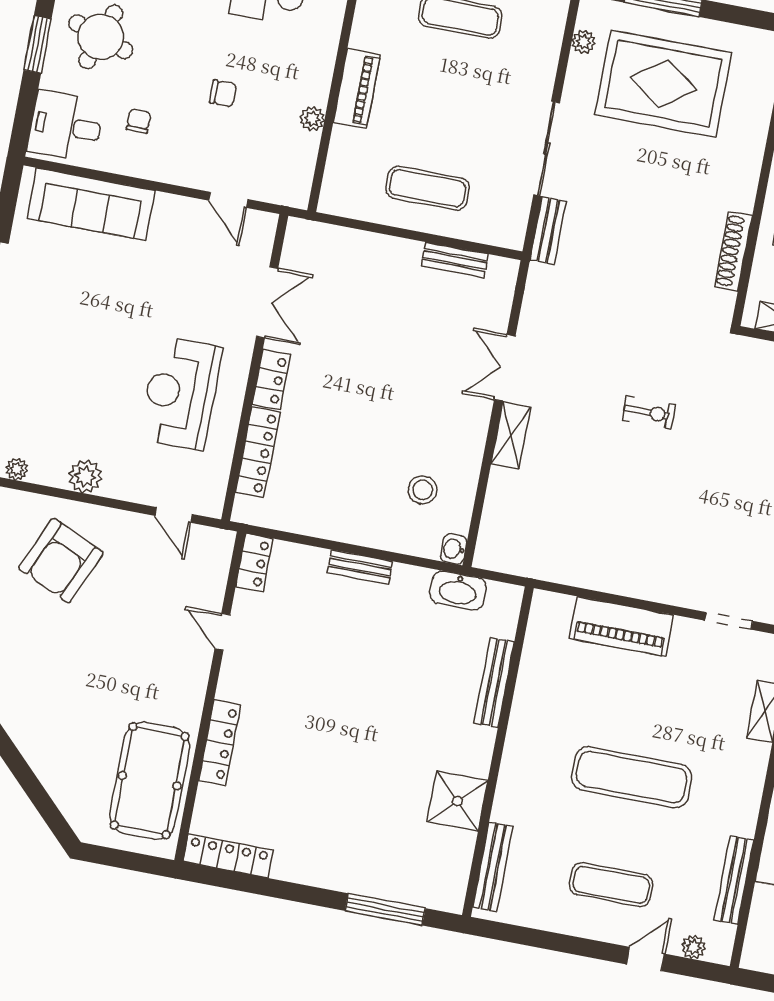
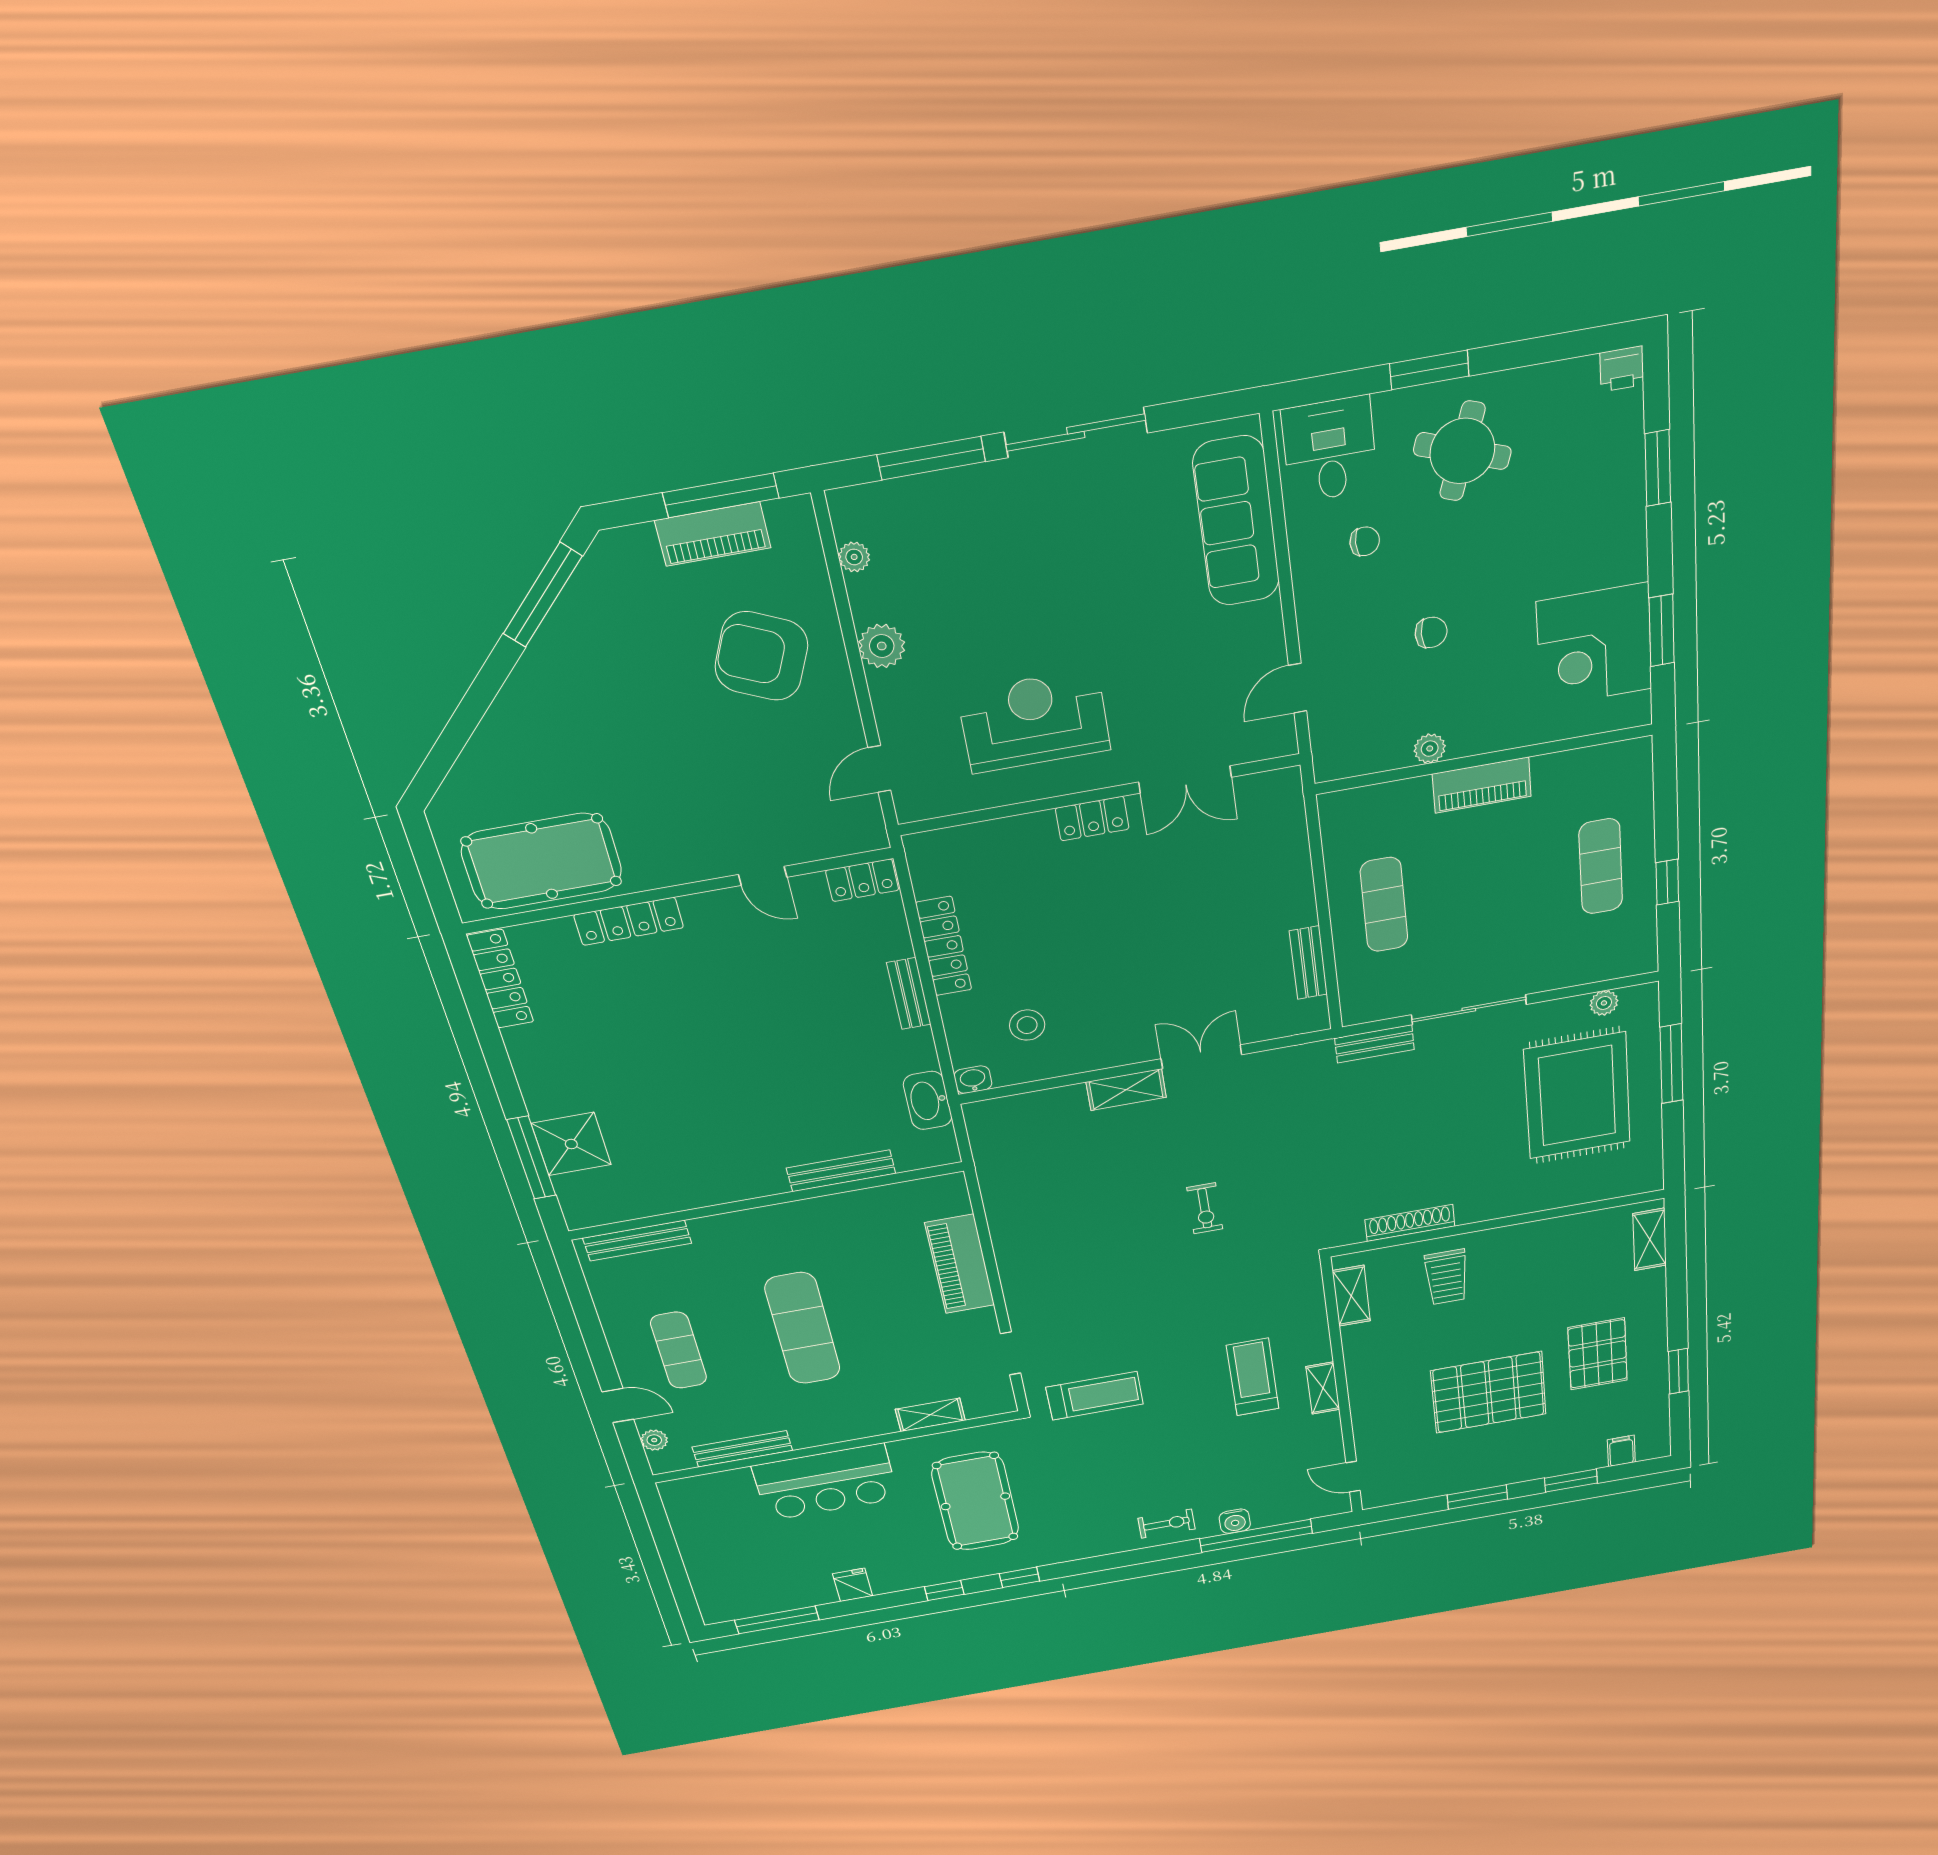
chair: (223, 93) -> (1431, 632), turned -90
locker: (258, 452) -> (944, 946), moved, turned -90
door: (222, 632) -> (763, 876), swing flipped
shower: (457, 801) -> (571, 1144), moved

